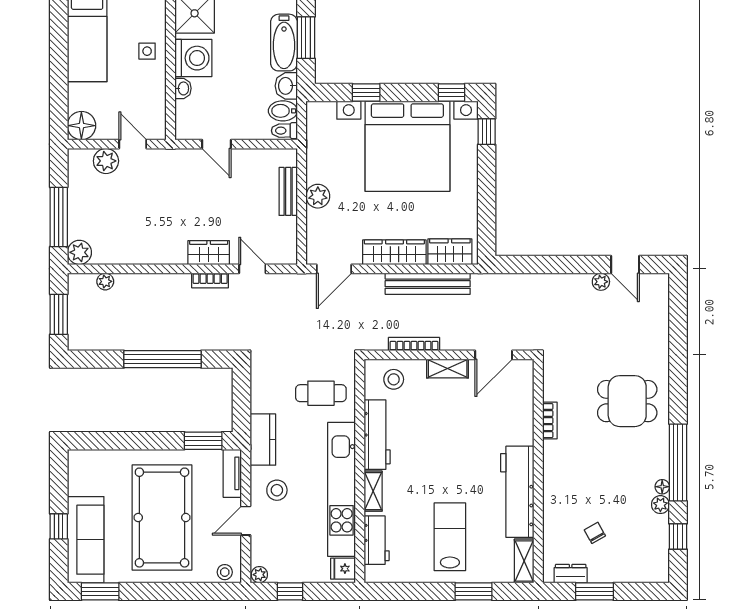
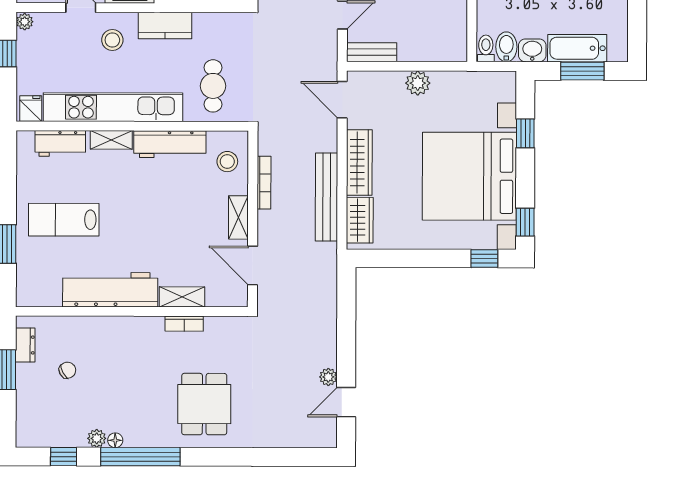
bench: (288, 191) -> (372, 52), moved
lab bench: (450, 537) -> (64, 220), turned 180
shelving: (524, 561) -> (182, 297), moved

